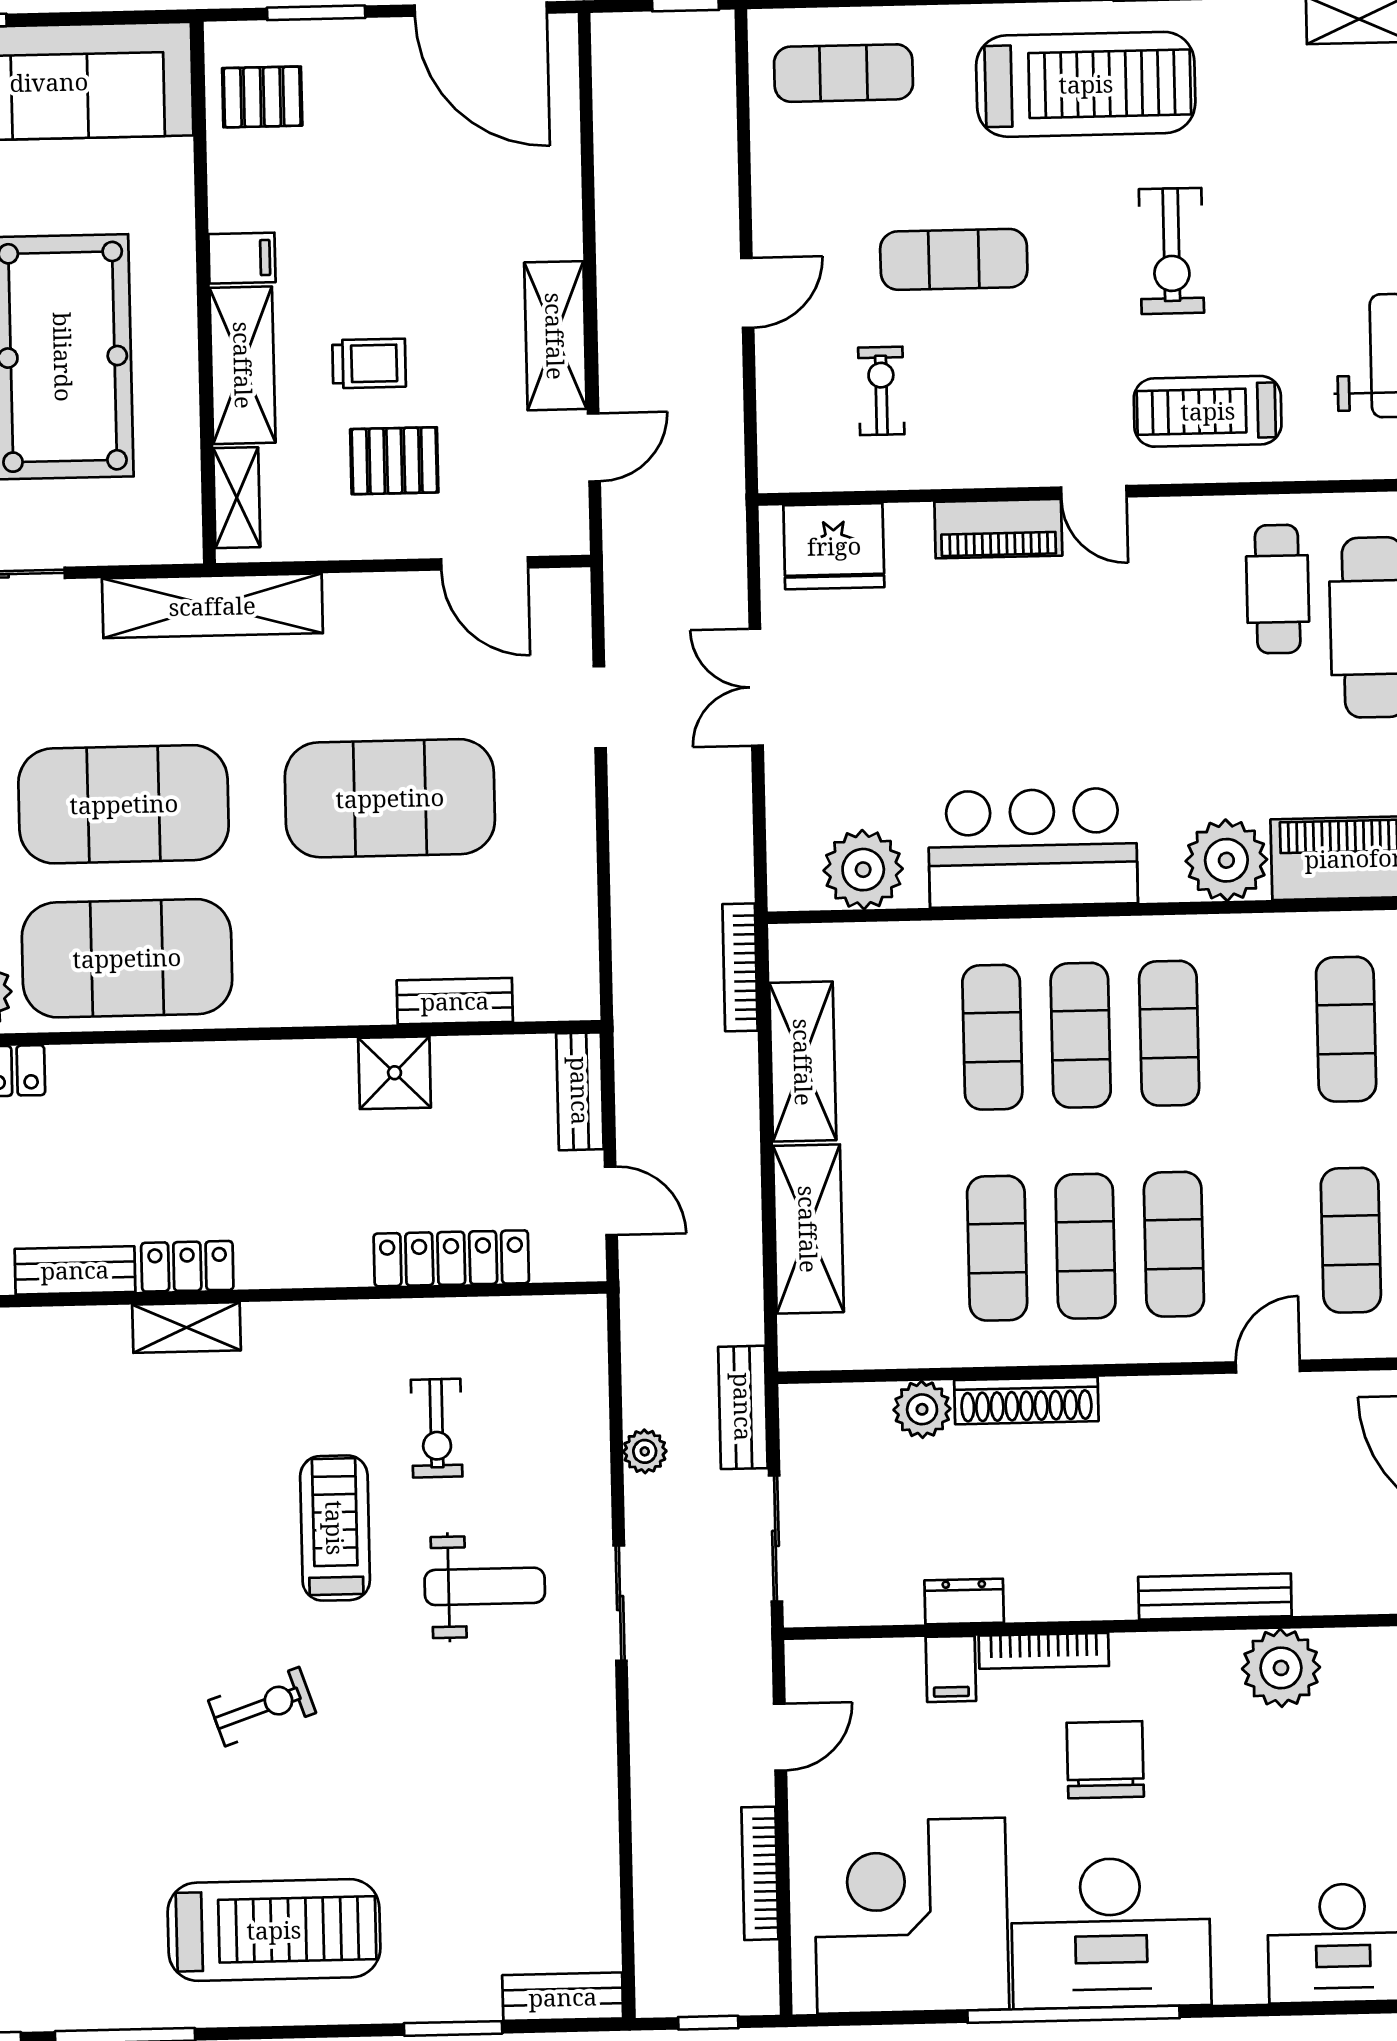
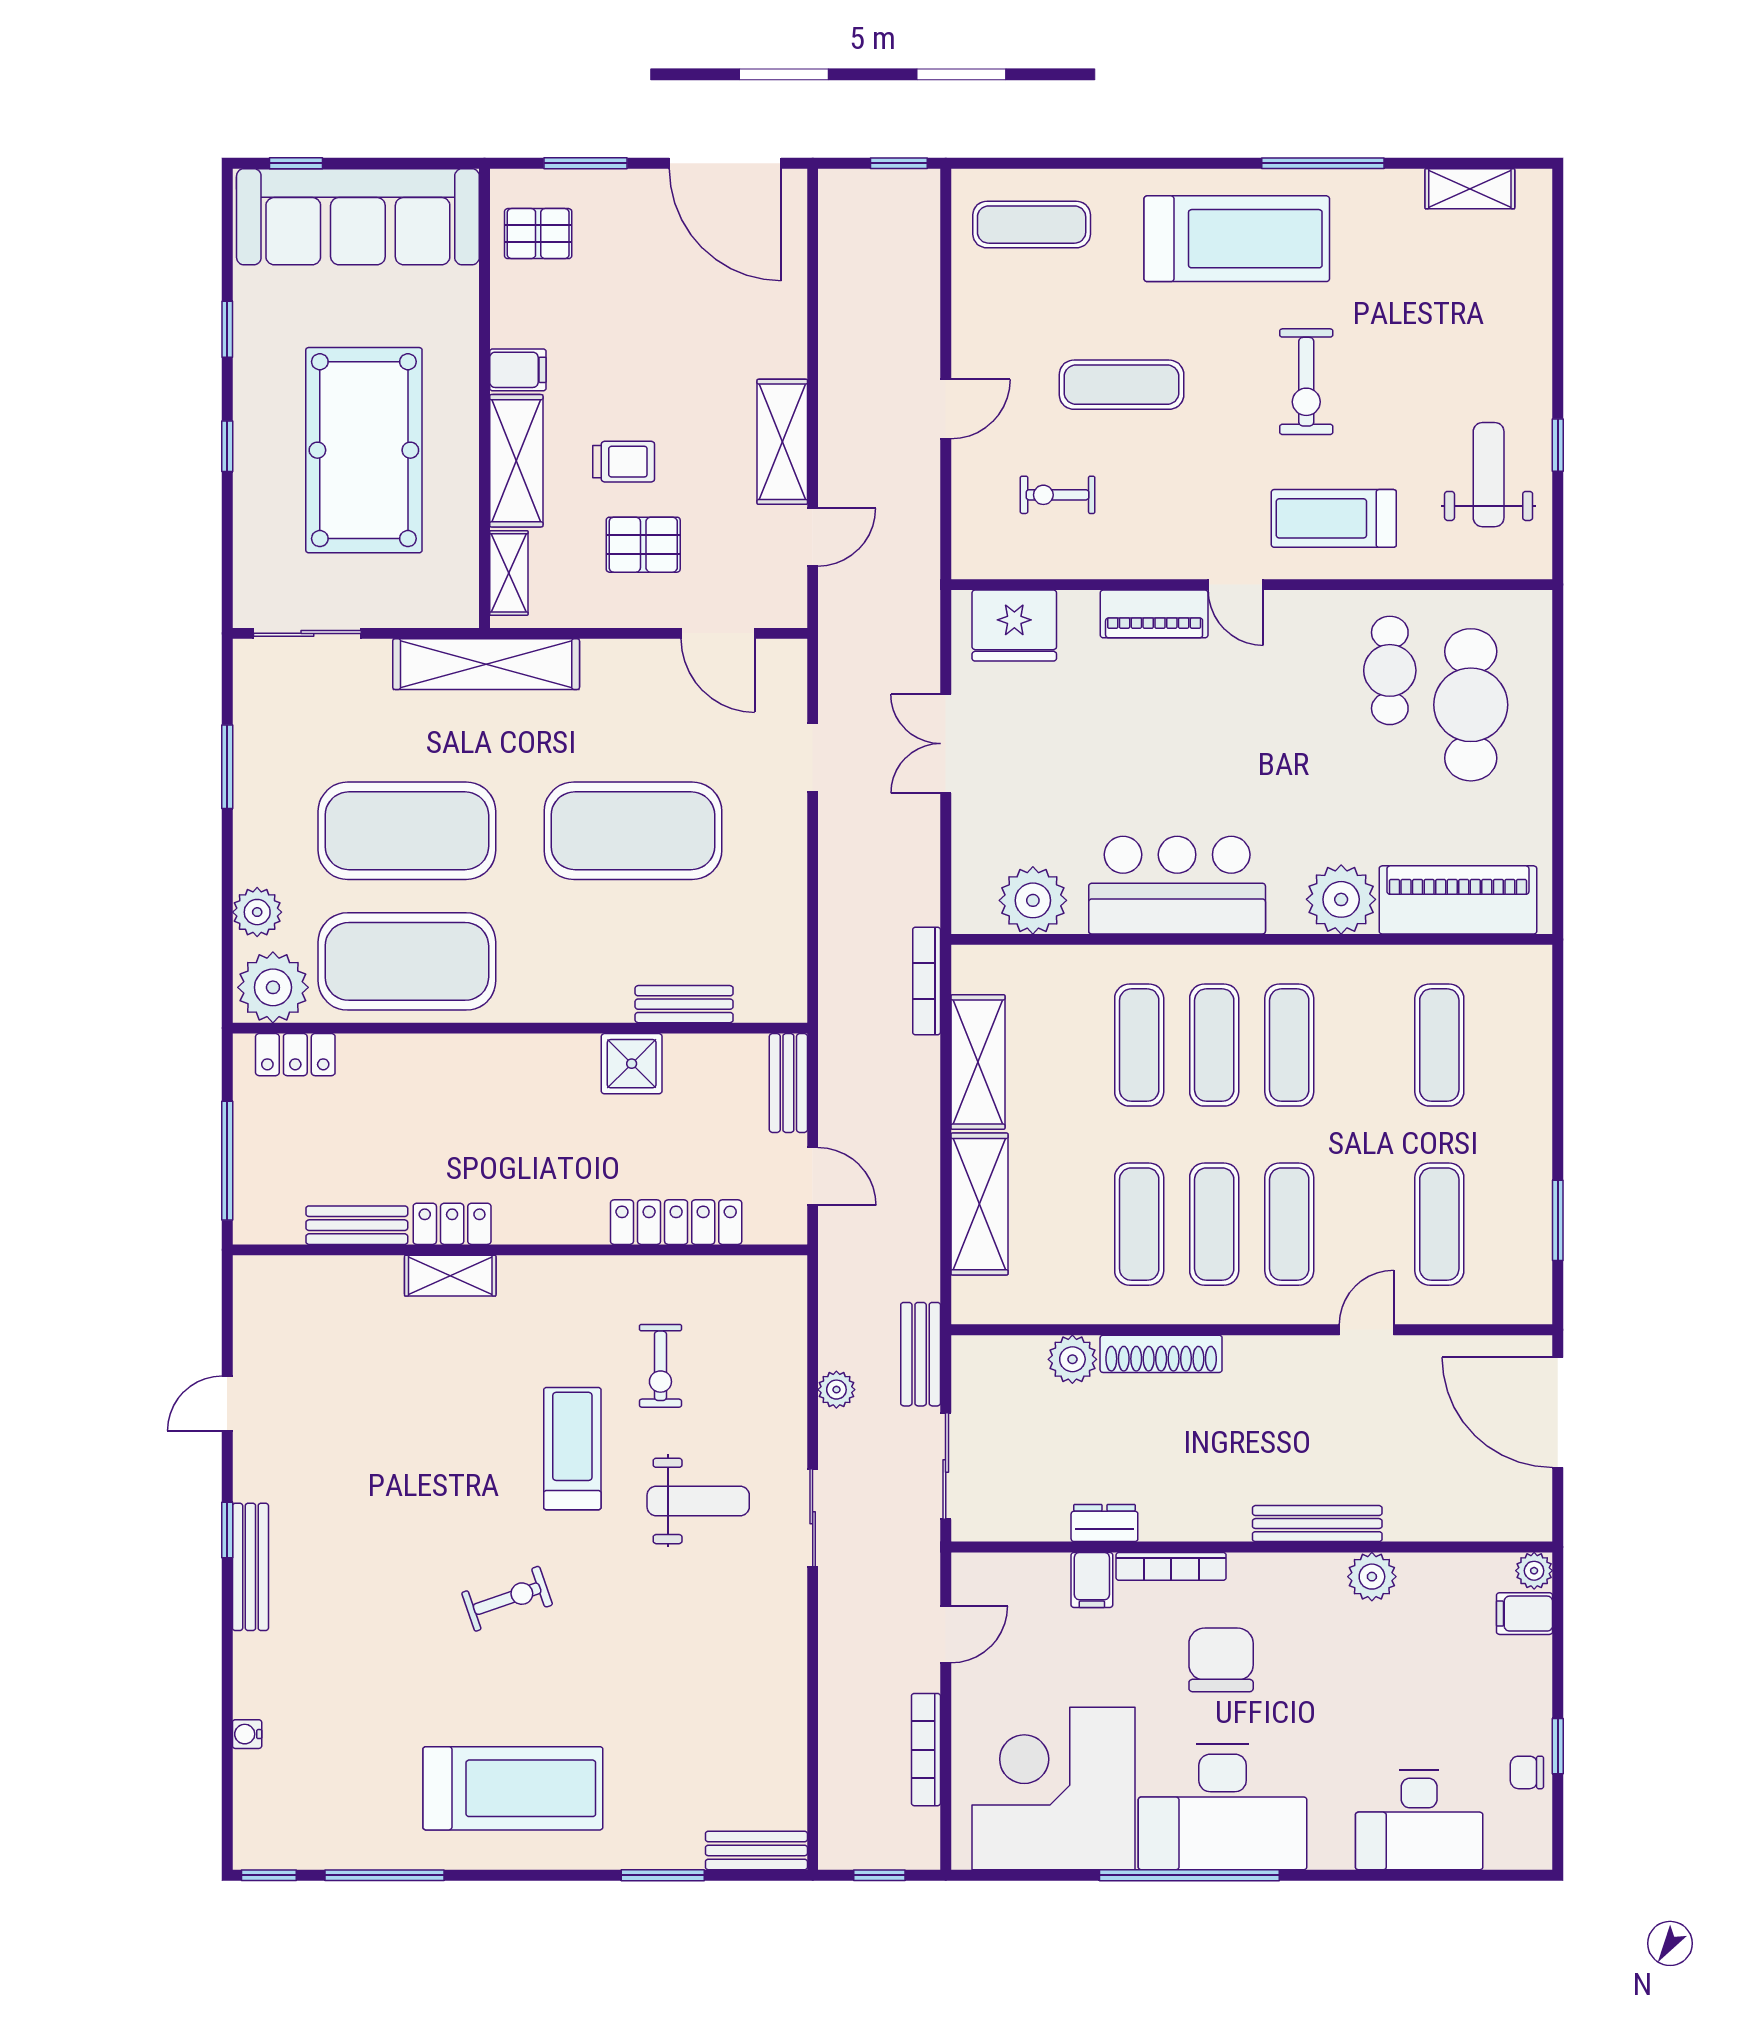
exercise bike: (881, 391) -> (1057, 495), turned -90
plant: (1281, 1668) -> (1372, 1577), width x0.73, depth x0.73

